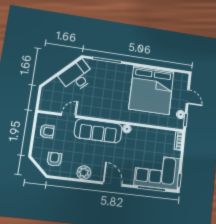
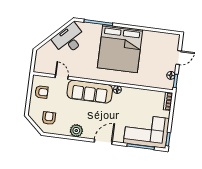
bed: (151, 90) -> (120, 49), moved
door: (188, 97) -> (179, 58), hinge flipped
door: (69, 116) -> (62, 77), hinge flipped
door: (112, 184) -> (103, 142), hinge flipped

